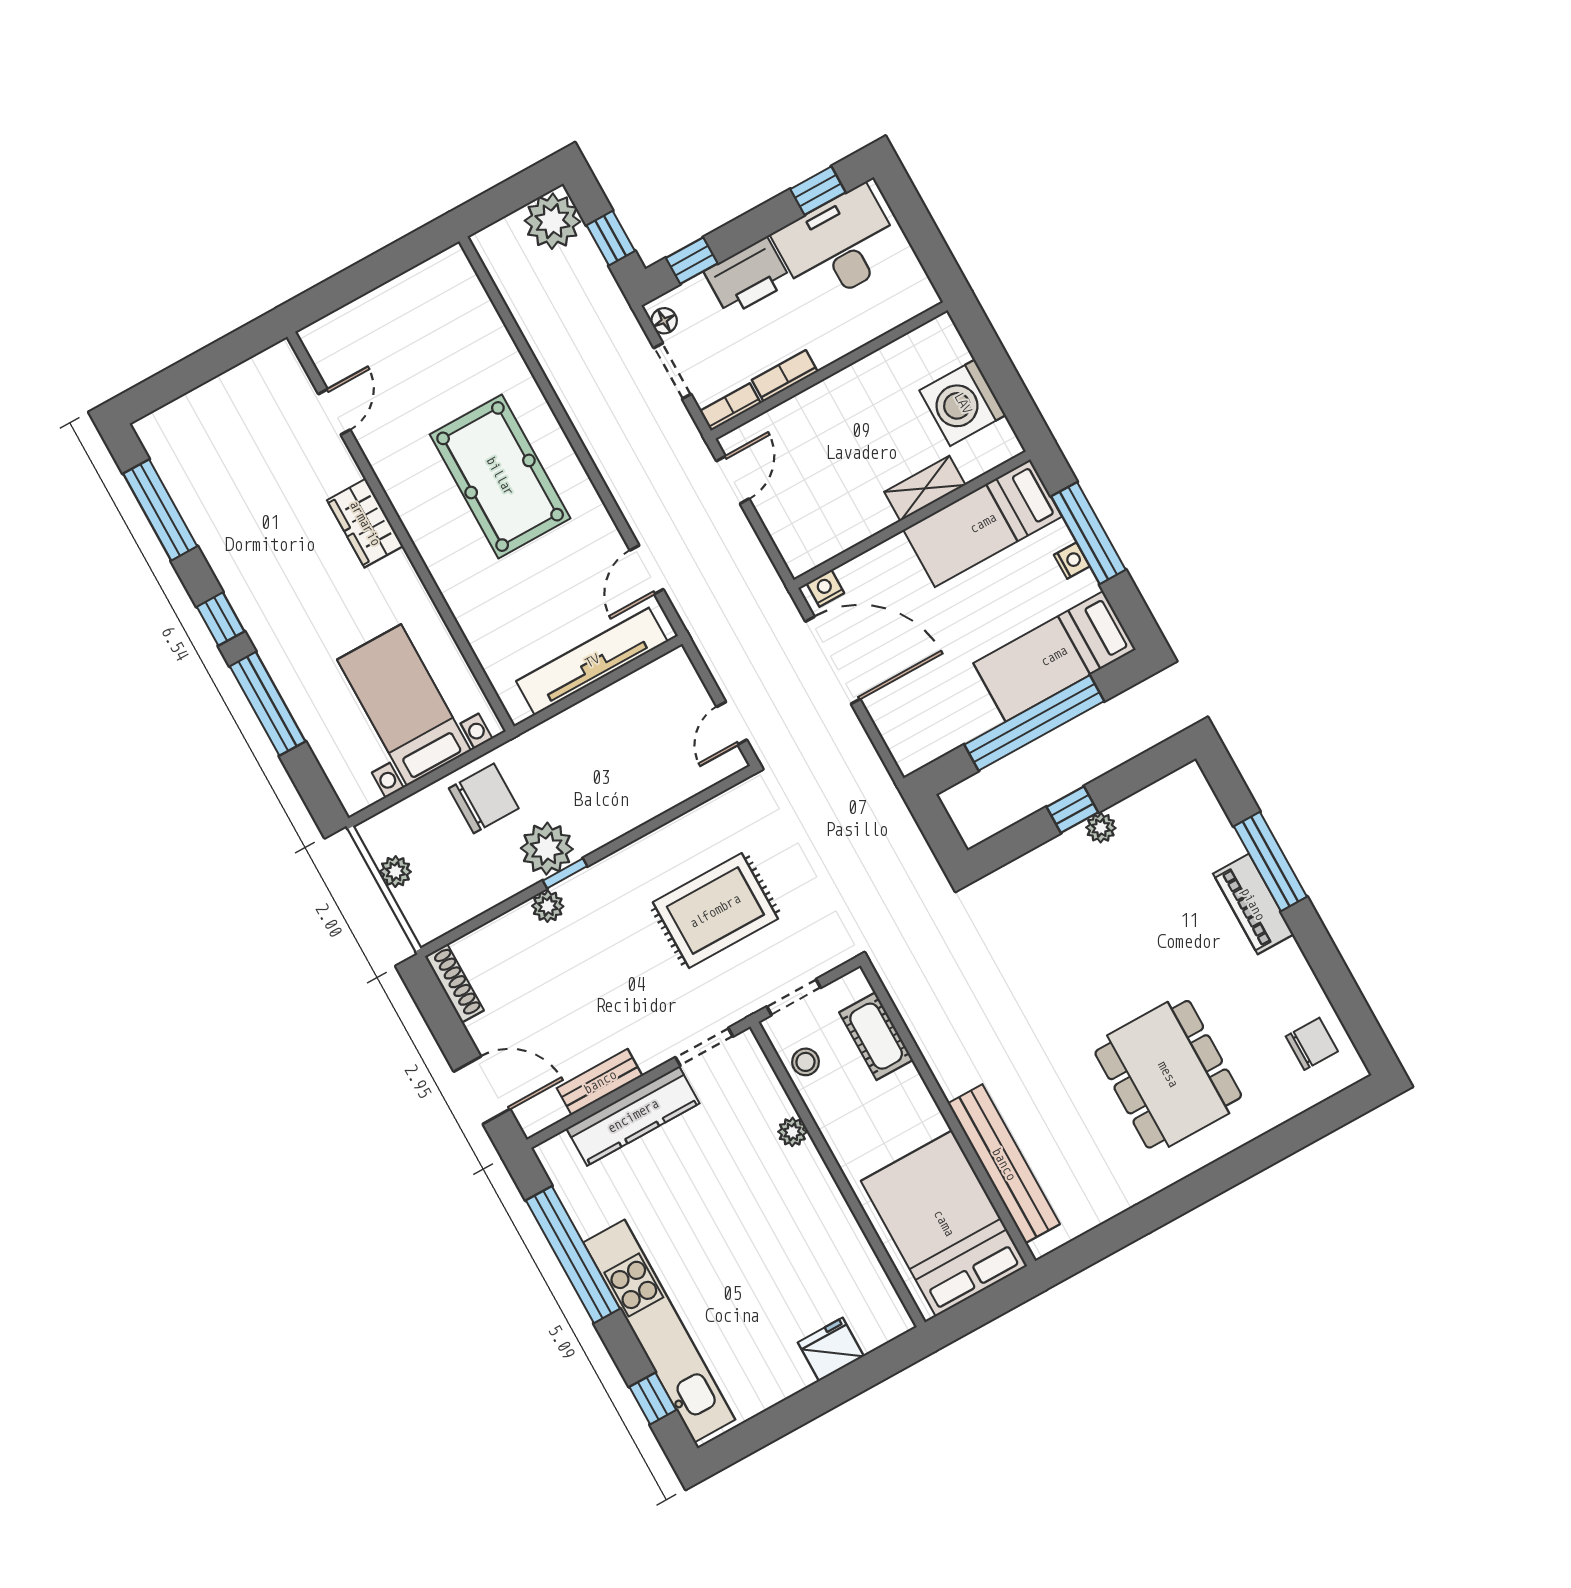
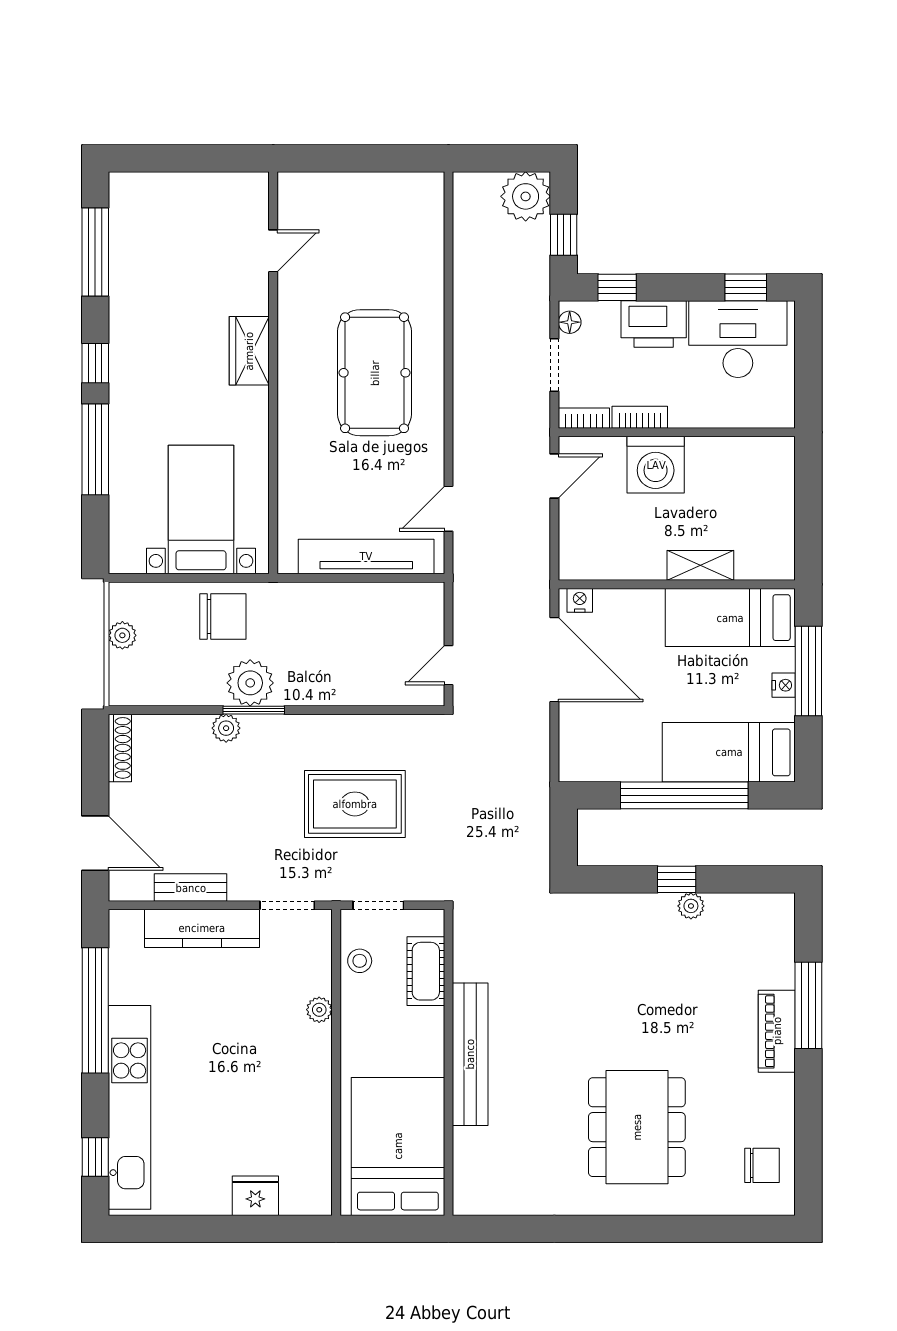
washing machine: (963, 403) -> (656, 465), moved, turned -90
window: (565, 873) -> (254, 710), width x1.50
bench: (1004, 1164) -> (470, 1054), moved

